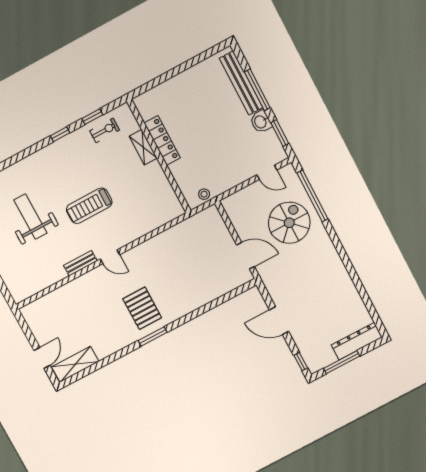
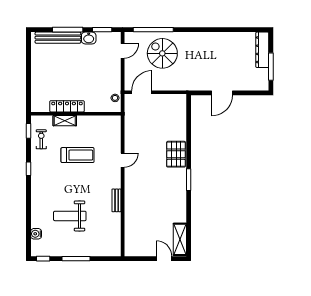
window: (92, 117) -> (29, 131), moved
treadmill: (89, 206) -> (78, 155), moved, turned -90
door: (245, 256) -> (142, 92), moved
door: (110, 257) -> (123, 160), moved
pallet: (142, 308) -> (176, 154), moved, turned 90
window: (301, 362) -> (256, 93), removed

